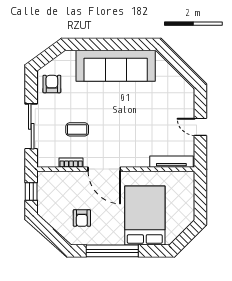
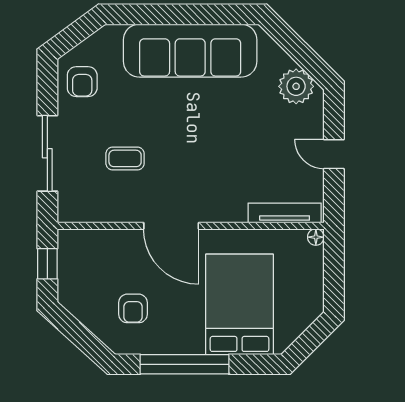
armchair: (52, 84) -> (82, 82), turned 180
plant: (178, 87) -> (296, 86), added
bookcase: (71, 163) -> (115, 215), removed
floor lamp: (190, 176) -> (316, 237), added

